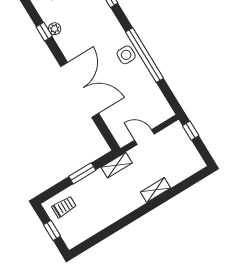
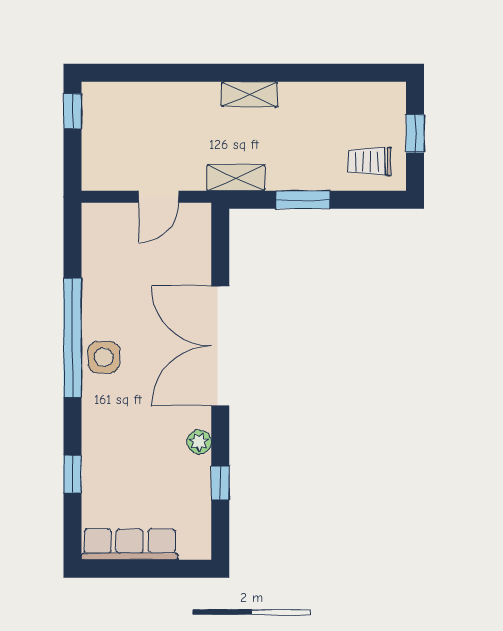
plant: (55, 29) -> (199, 442), moved
window: (191, 131) -> (73, 111), moved
door: (144, 137) -> (158, 197), hinge flipped
shelving: (156, 190) -> (249, 94), moved

